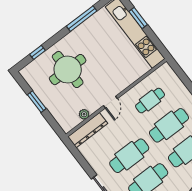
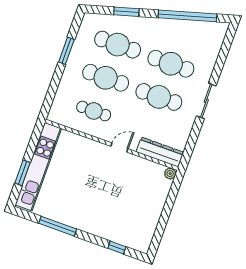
round table: (68, 70) -> (115, 208), removed
window: (37, 102) -> (164, 218), removed
plant: (84, 114) -> (170, 174), moved

